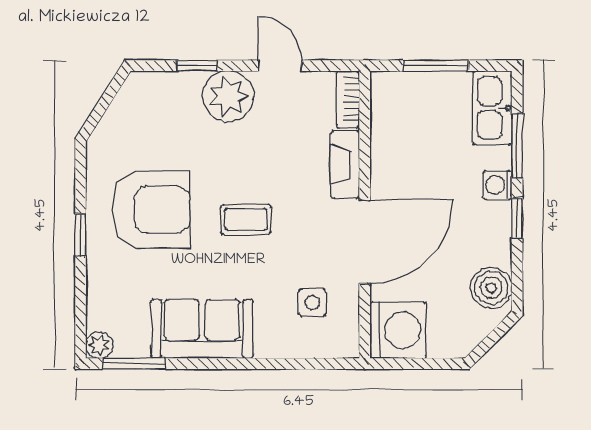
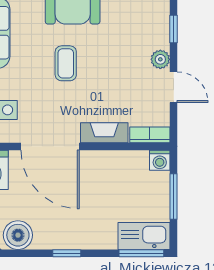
door: (280, 66) -> (174, 87), hinge flipped
plant: (228, 96) -> (160, 59), width x0.53, depth x0.53
window: (517, 145) -> (141, 253), moved
washing machine: (497, 185) -> (160, 160), moved, turned 180

